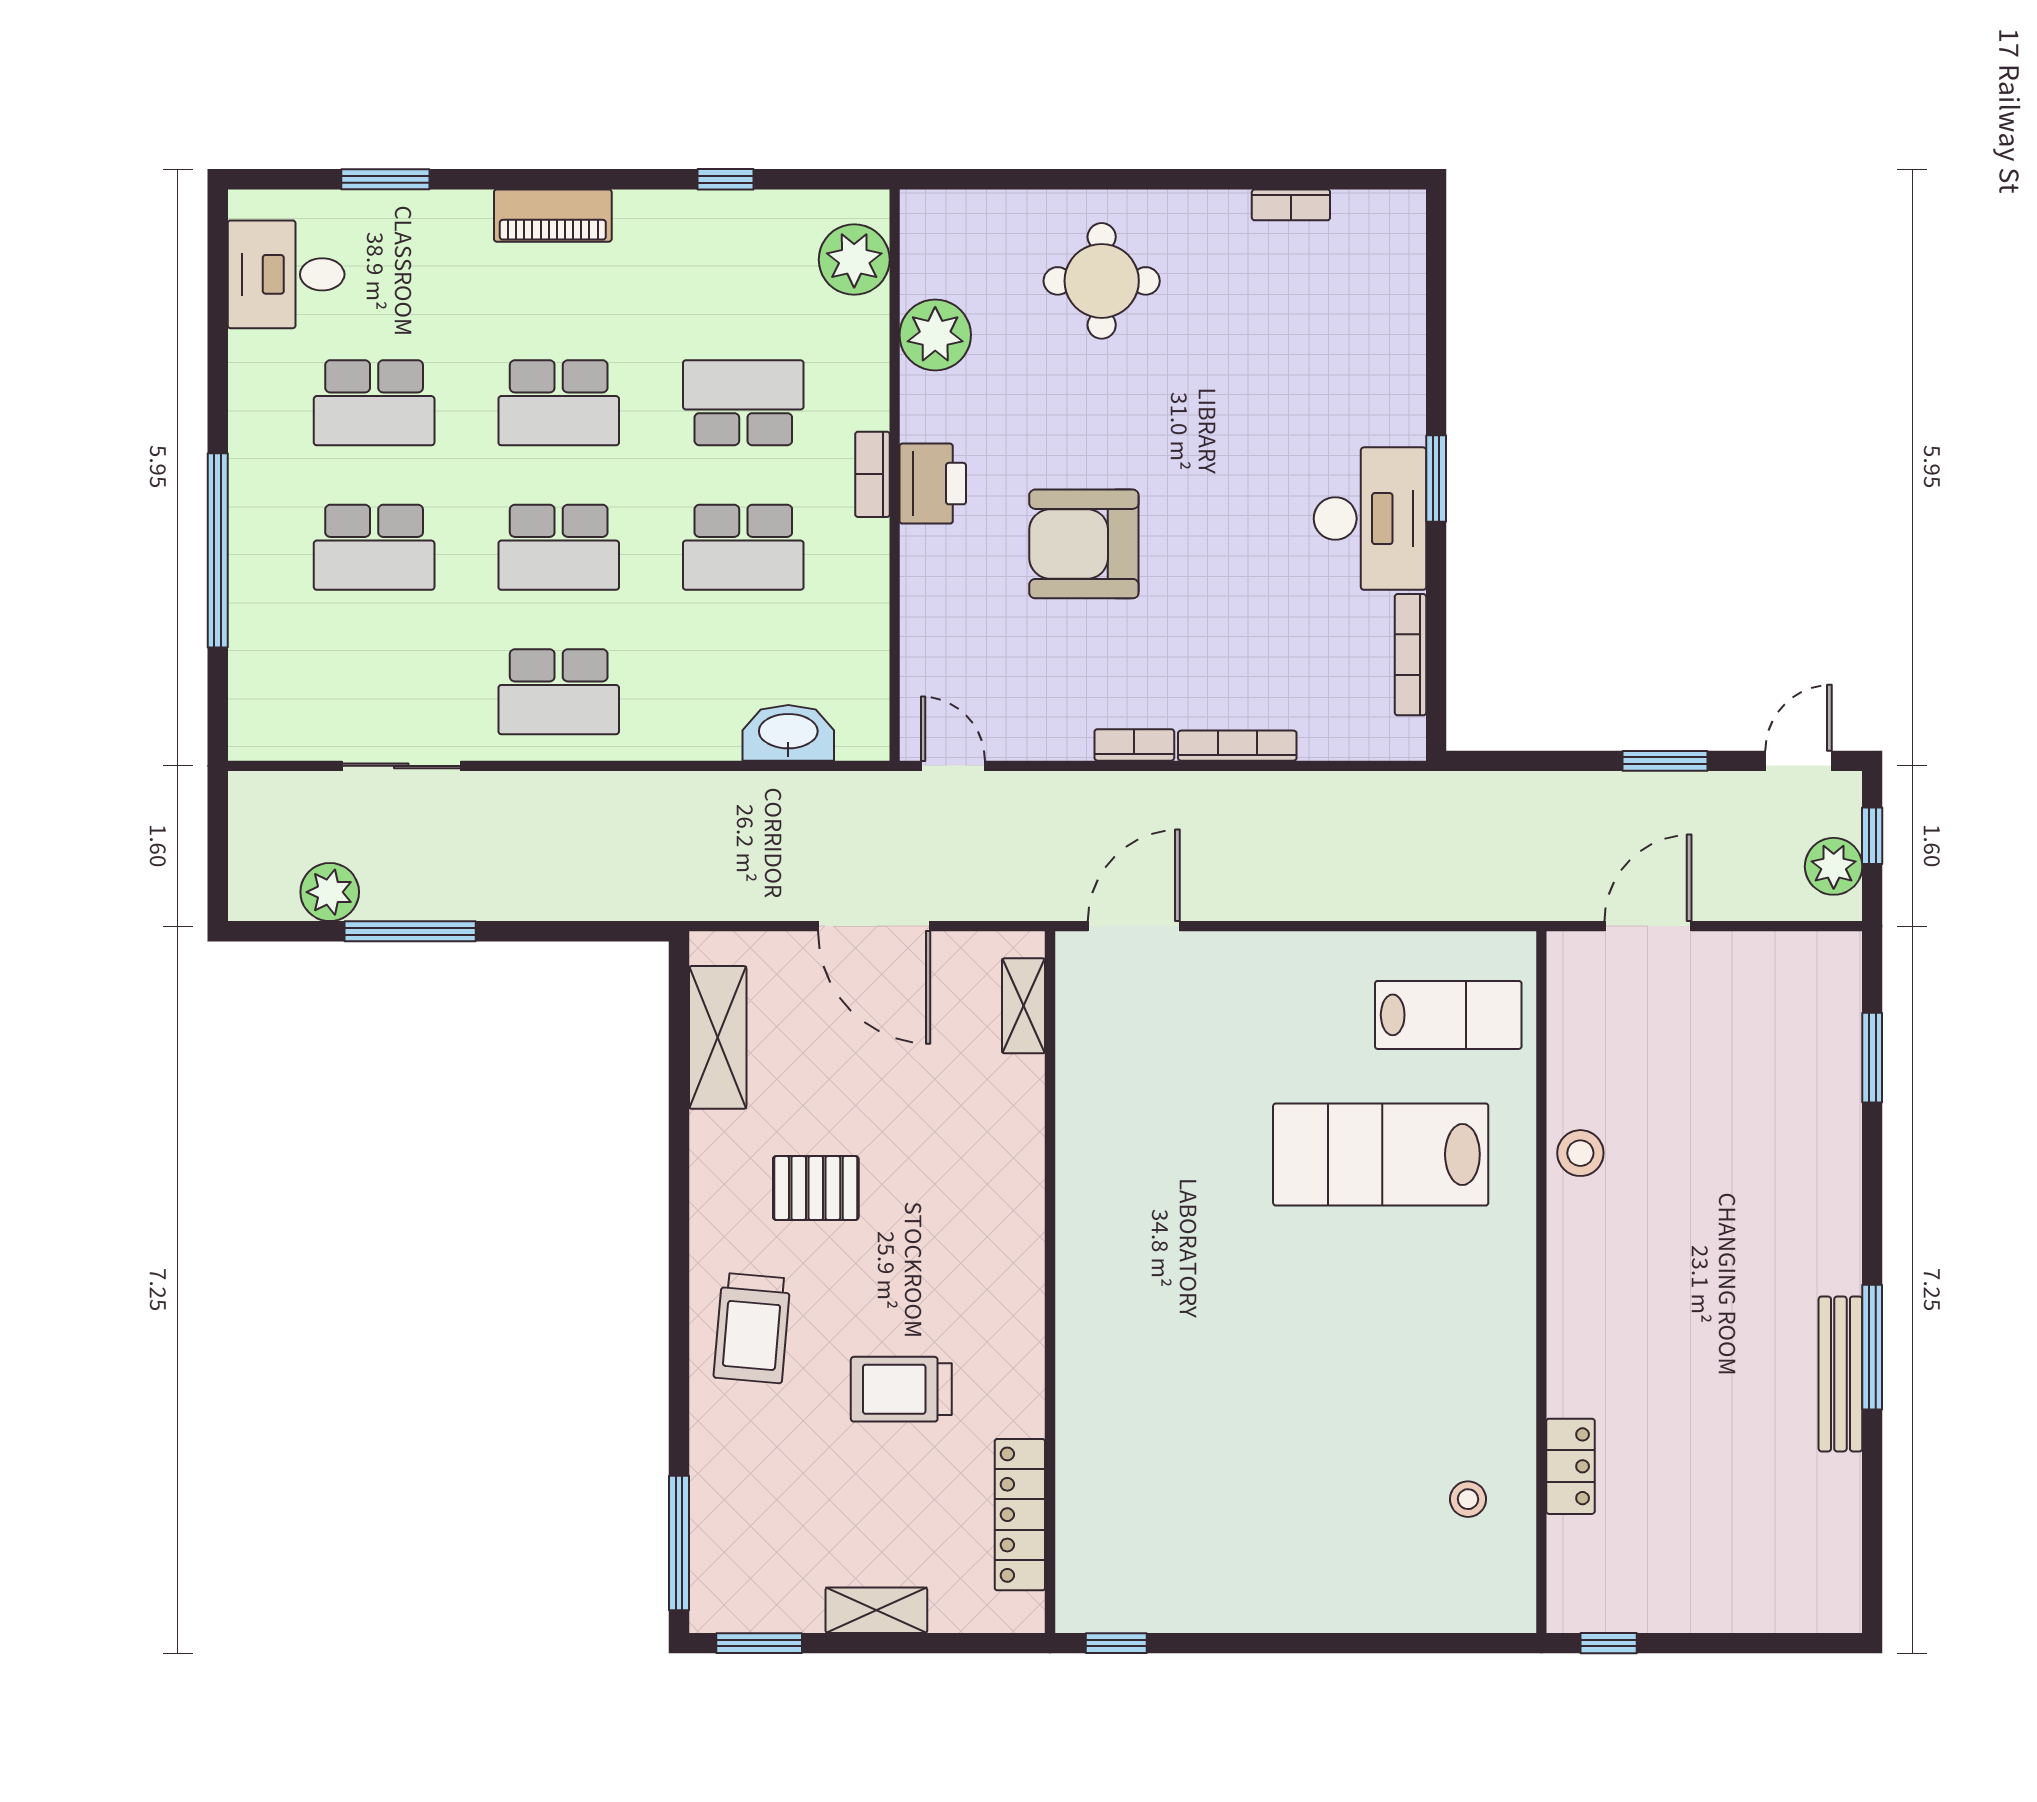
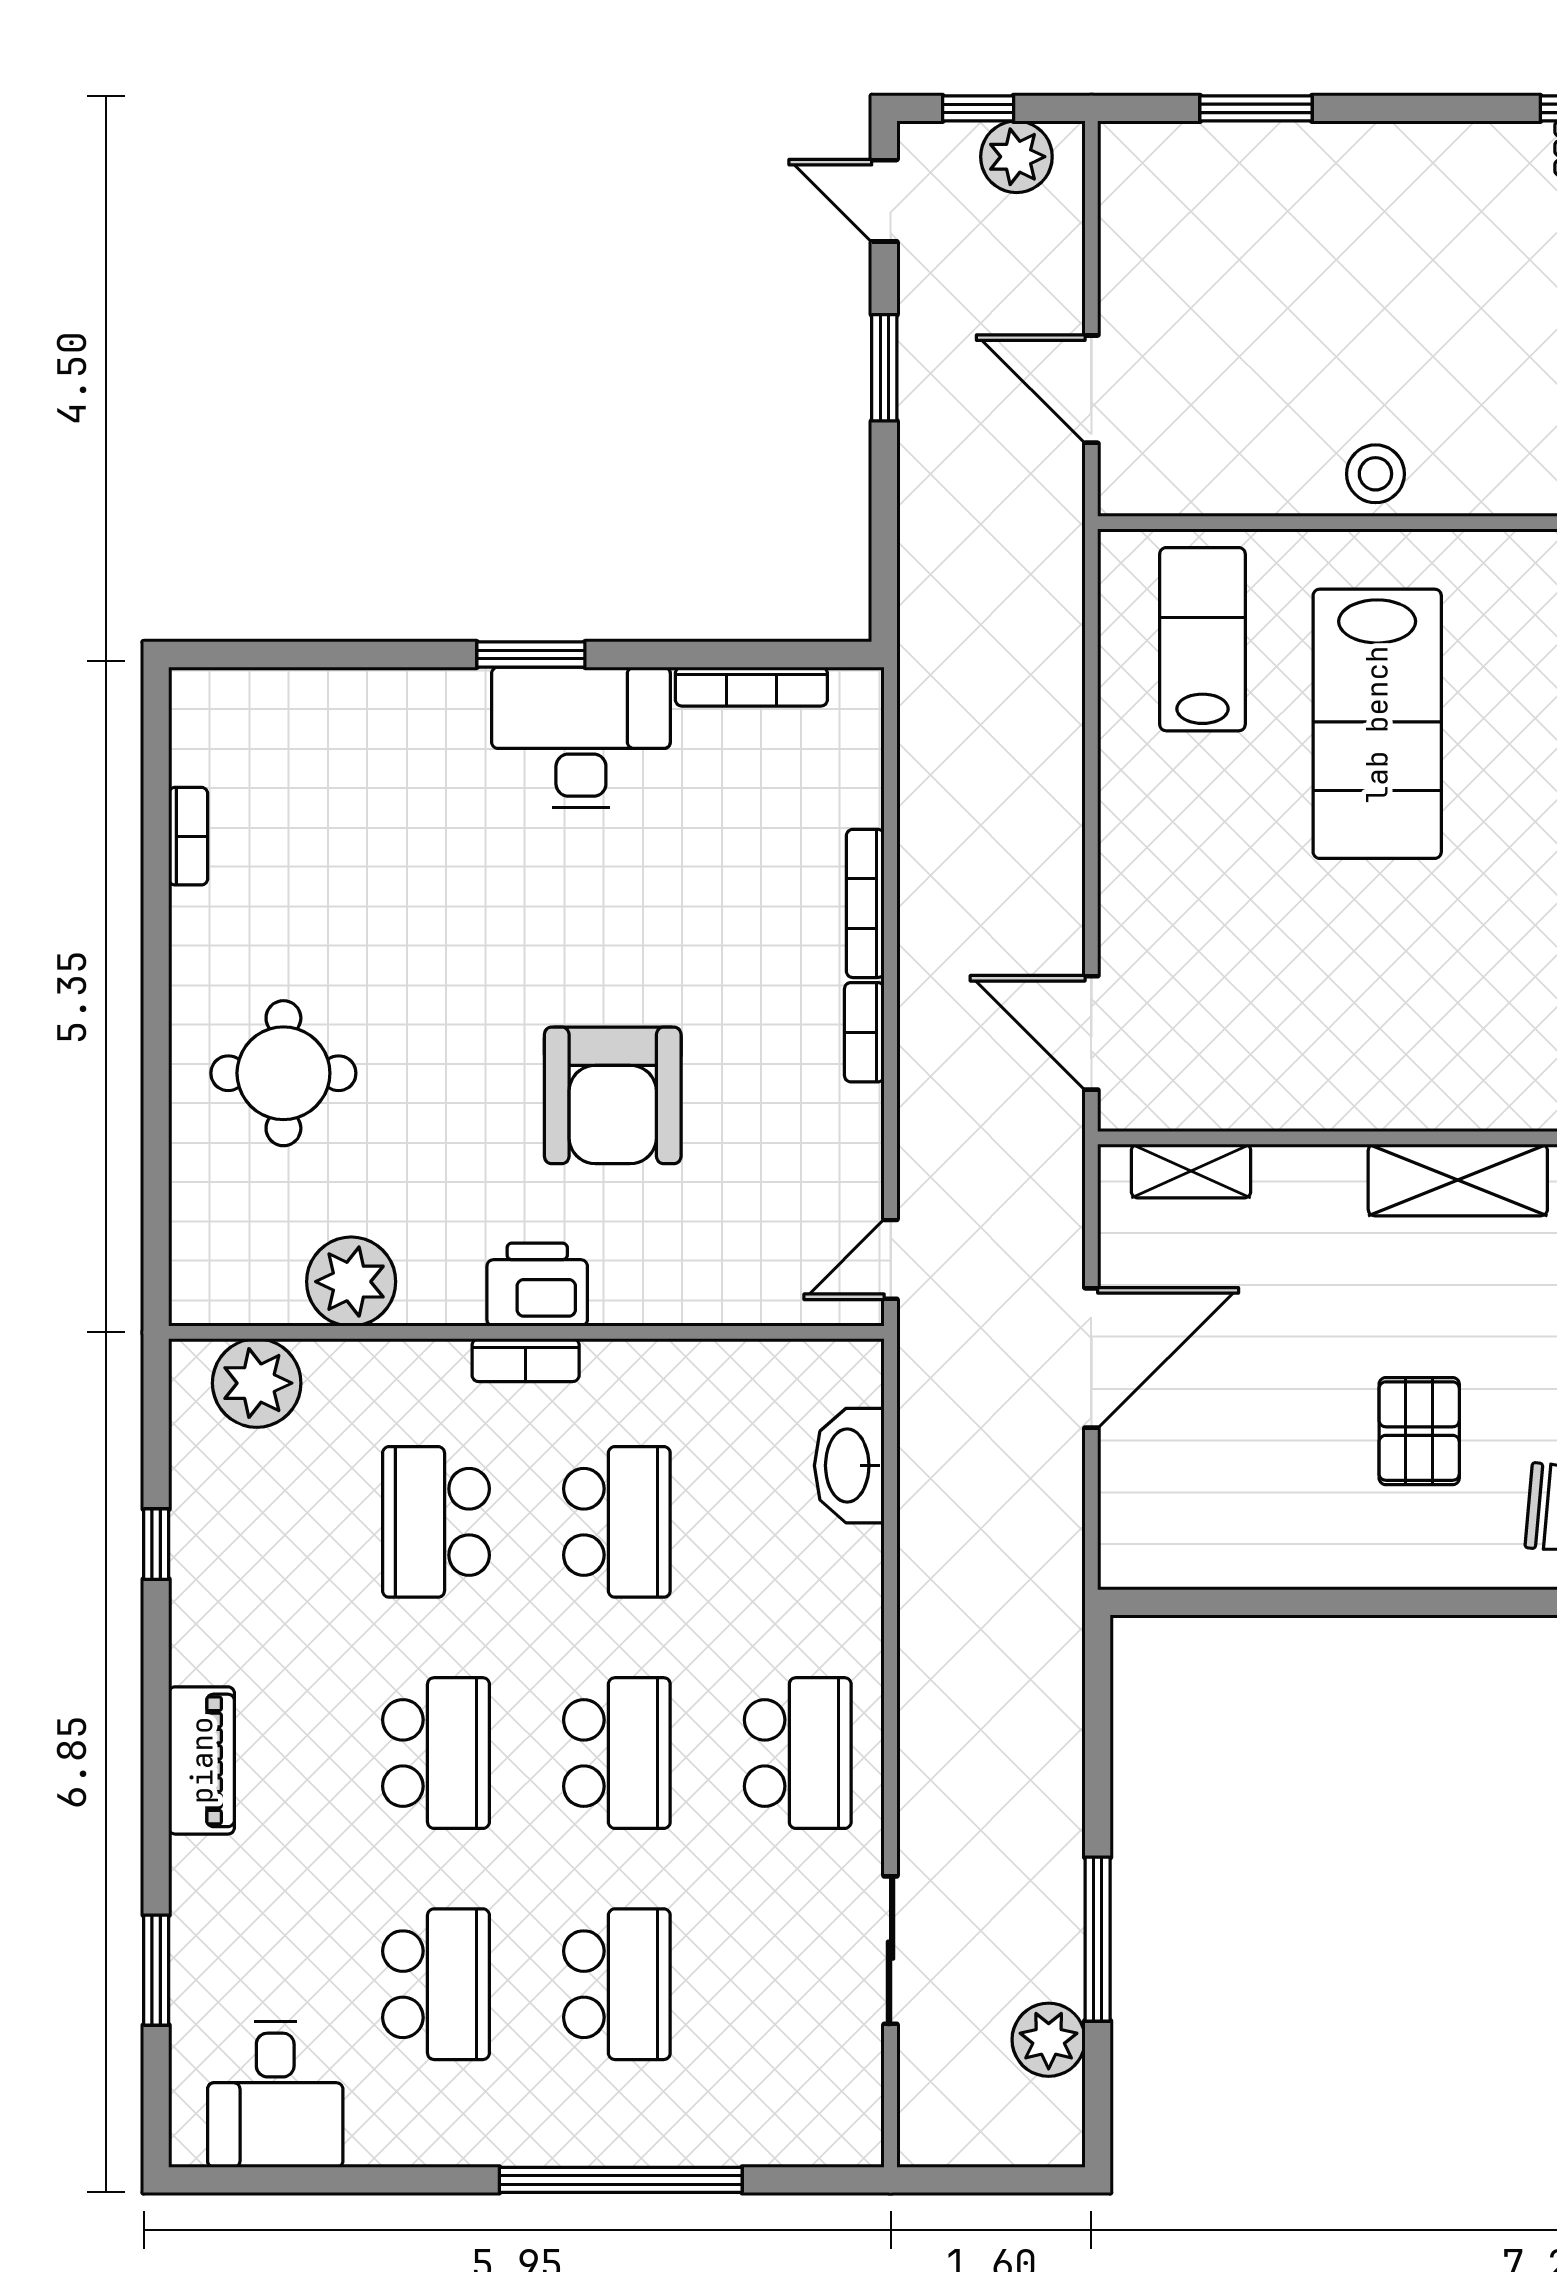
shelving: (718, 1037) -> (1458, 1180), moved

